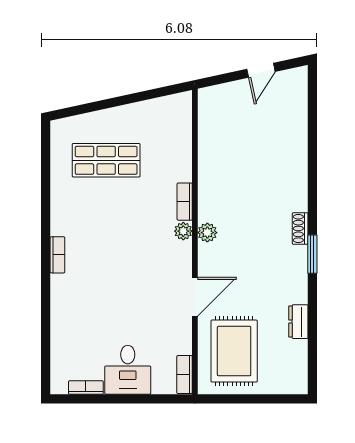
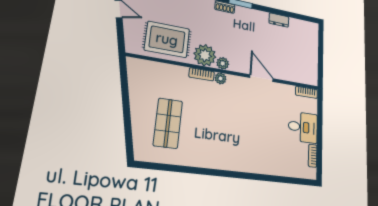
plant: (215, 204) -> (205, 55), added
bookcase: (57, 255) -> (229, 165), removed
rug: (234, 351) -> (167, 39), moved

